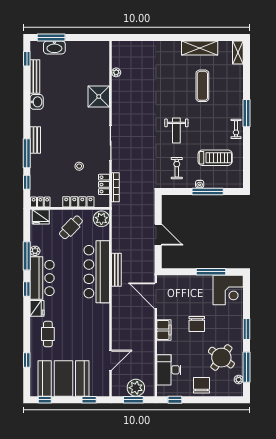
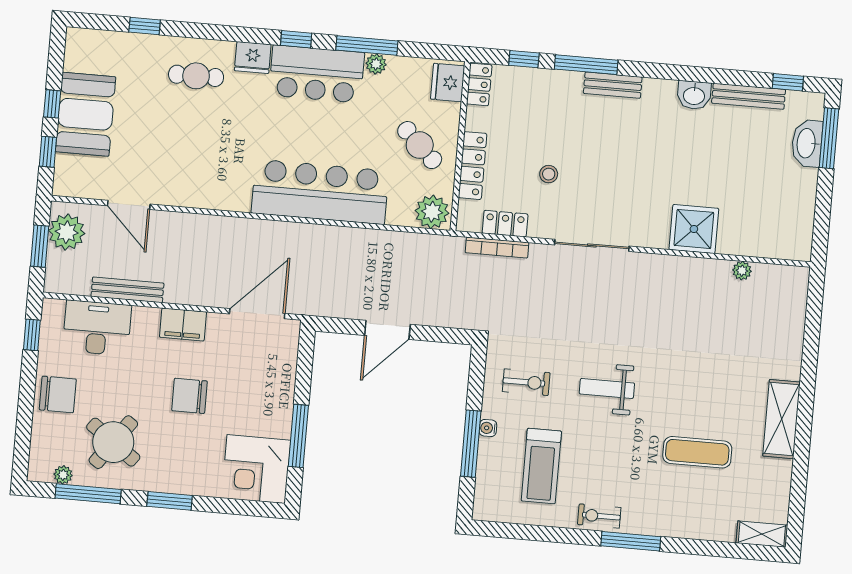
shelving: (200, 48) -> (782, 419), moved
bench: (116, 270) -> (127, 290), moved
booth: (63, 378) -> (86, 114), width x0.73, depth x0.70
plant: (136, 388) -> (67, 232), moved
window: (45, 400) -> (52, 104), moved

